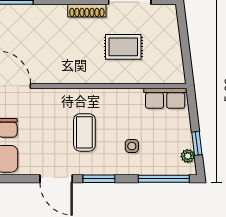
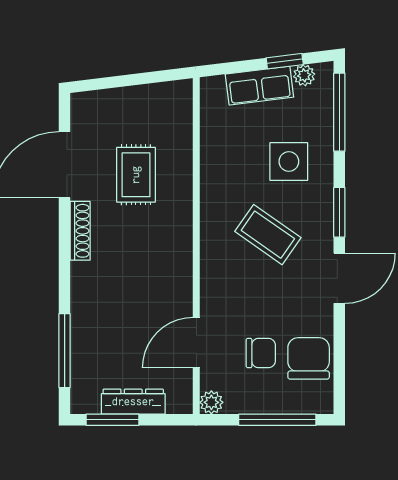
row of seats: (165, 98) -> (259, 86), moved, turned 83
coffee table: (84, 132) -> (268, 235), turned 35
side table: (132, 146) -> (289, 161), width x1.87, depth x1.87

